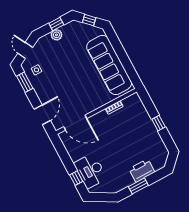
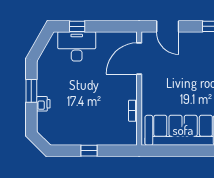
printer: (142, 171) -> (43, 104), width x0.53, depth x0.68

